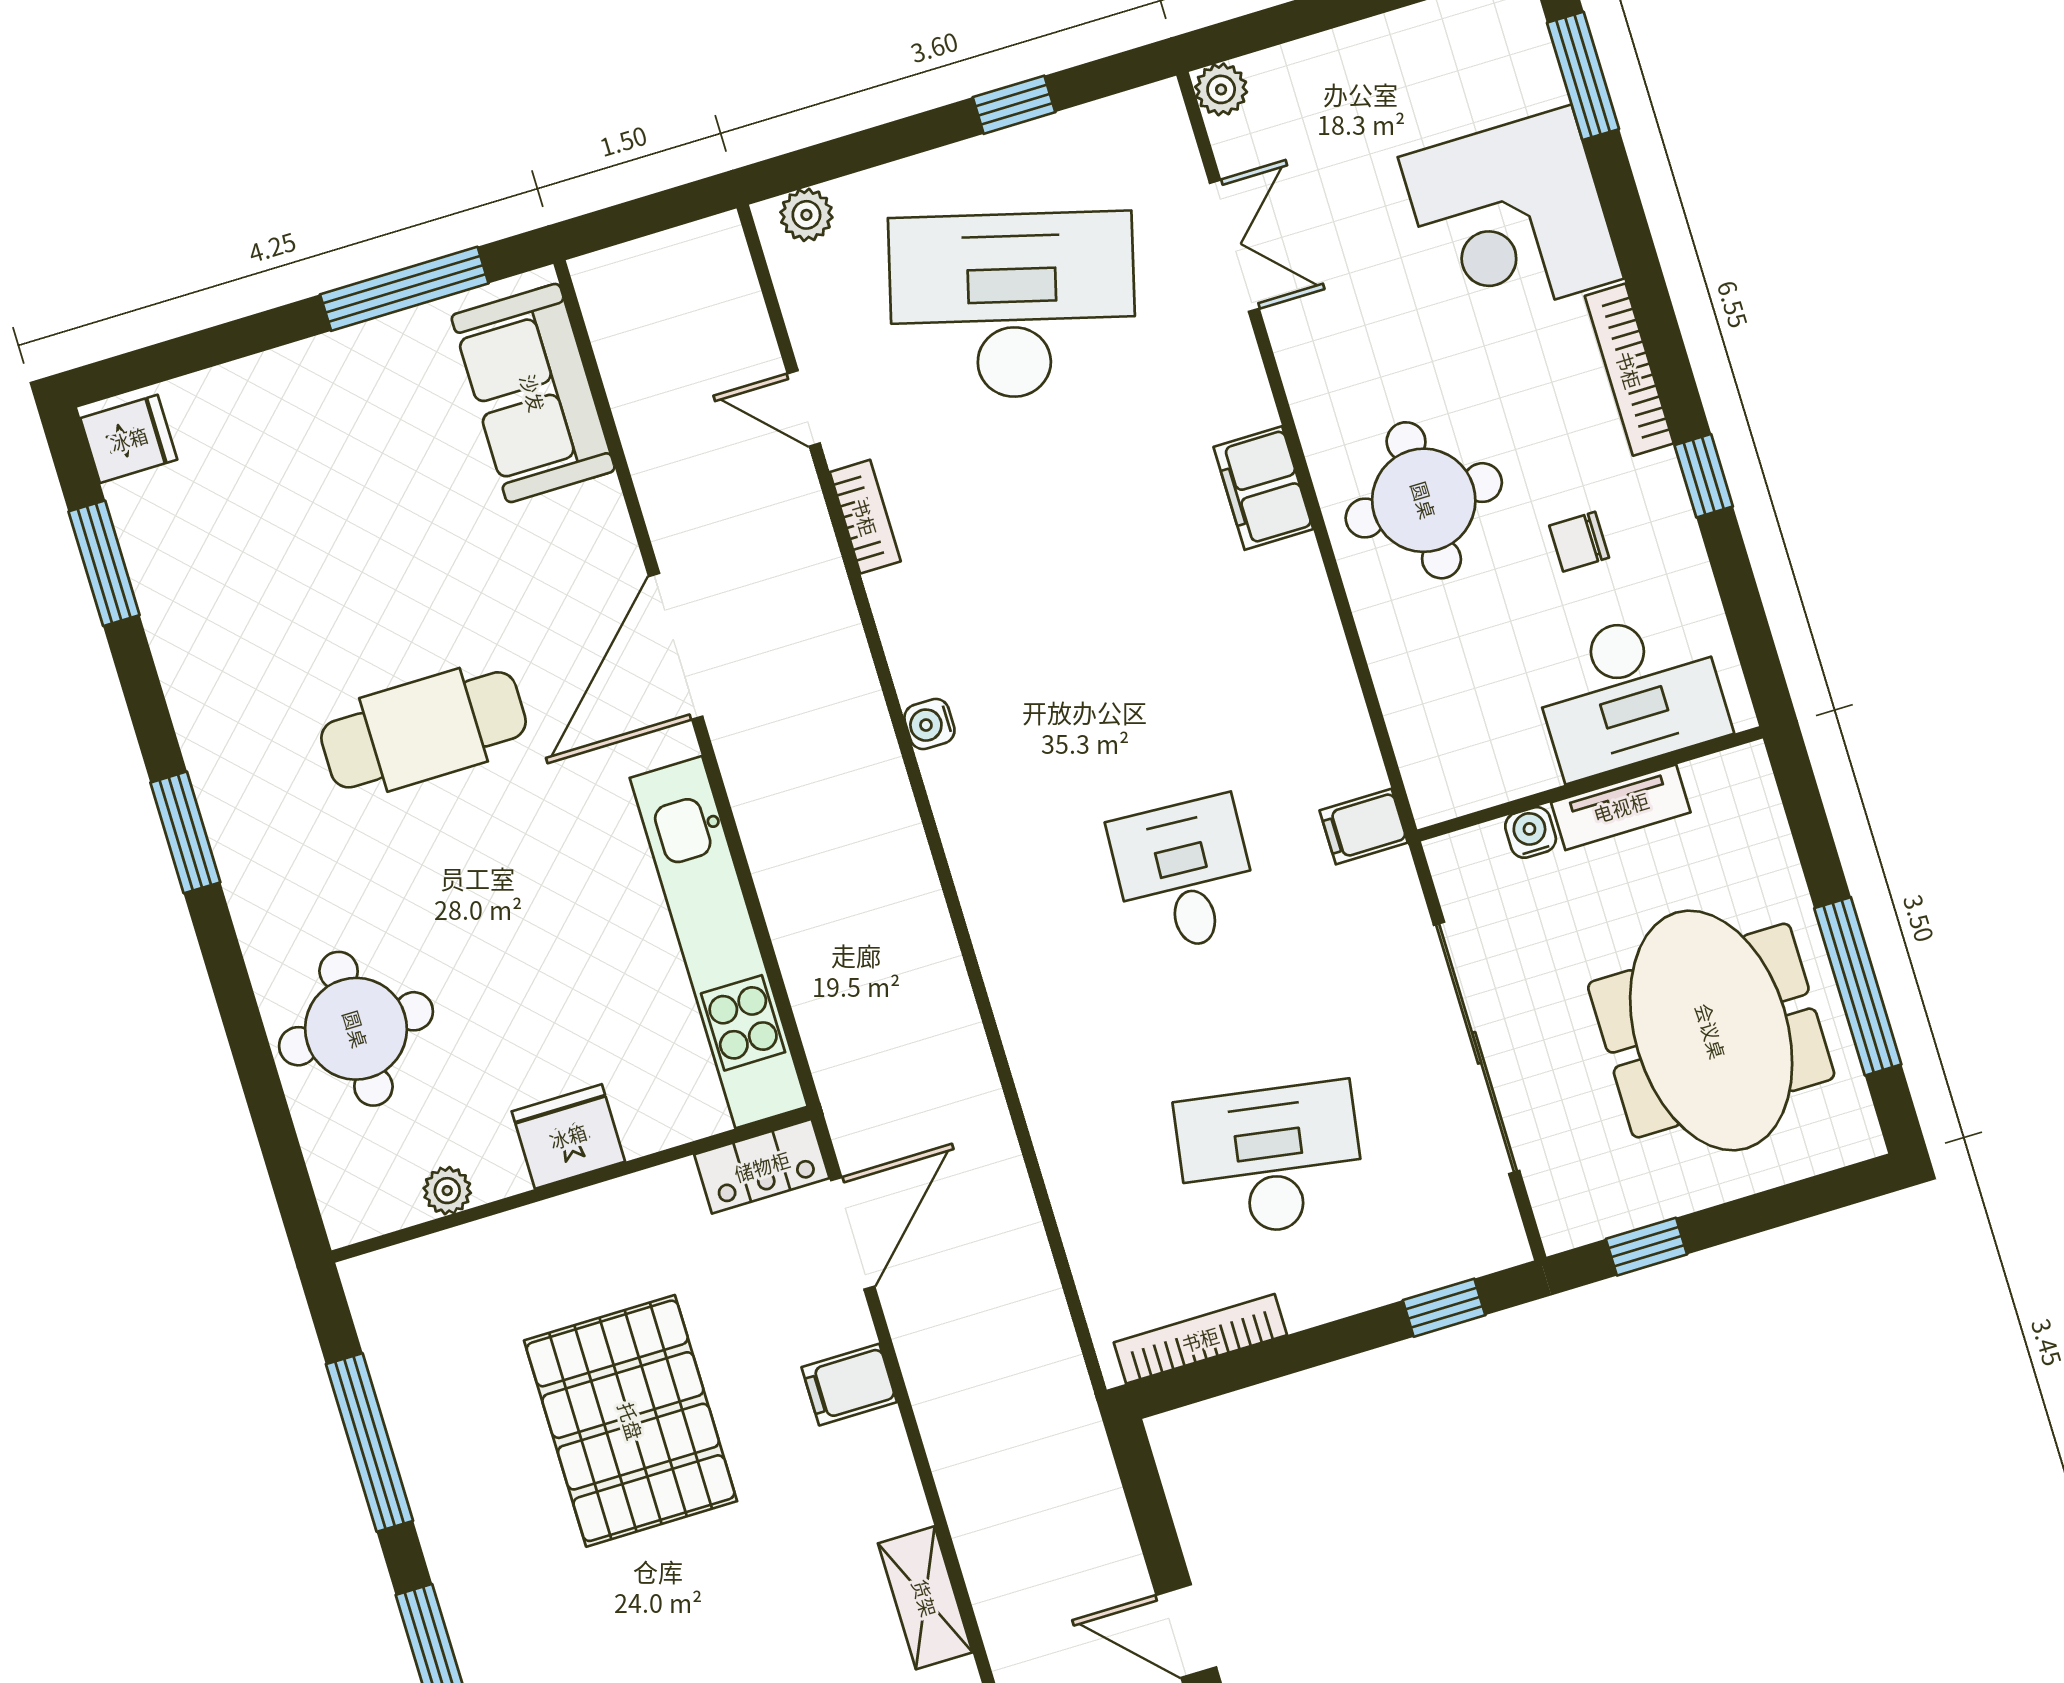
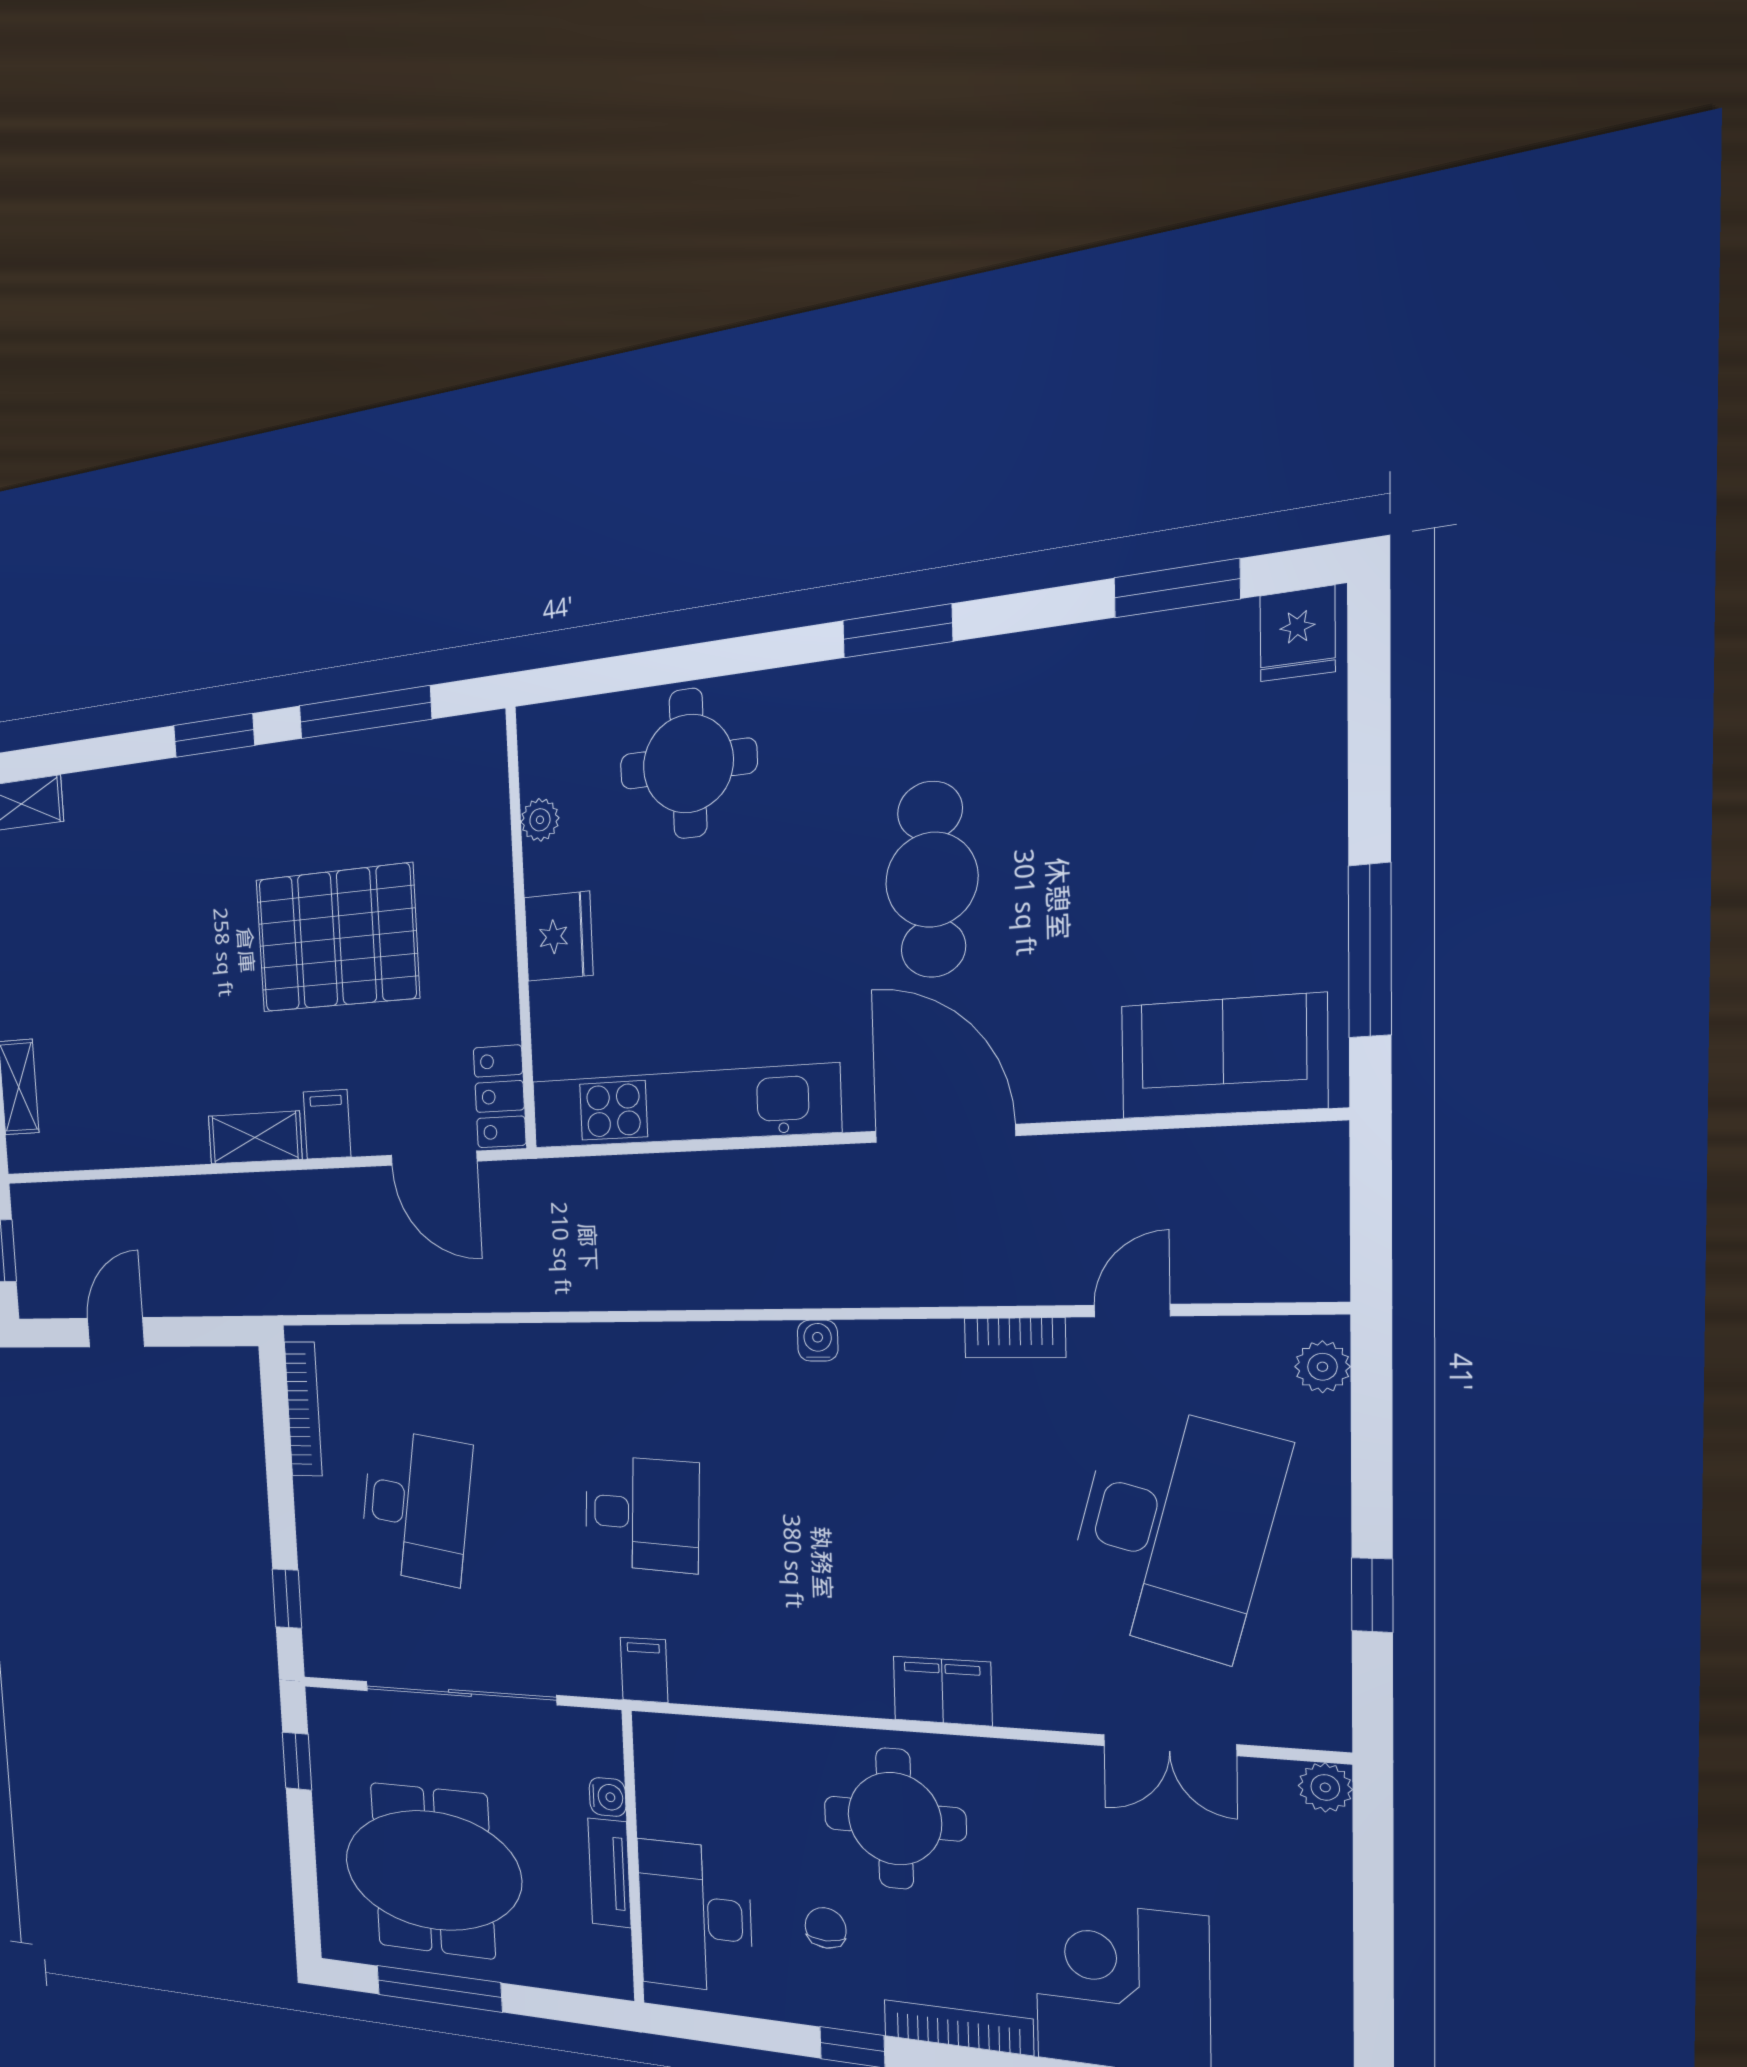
shelving: (925, 1598) -> (255, 1138), moved

